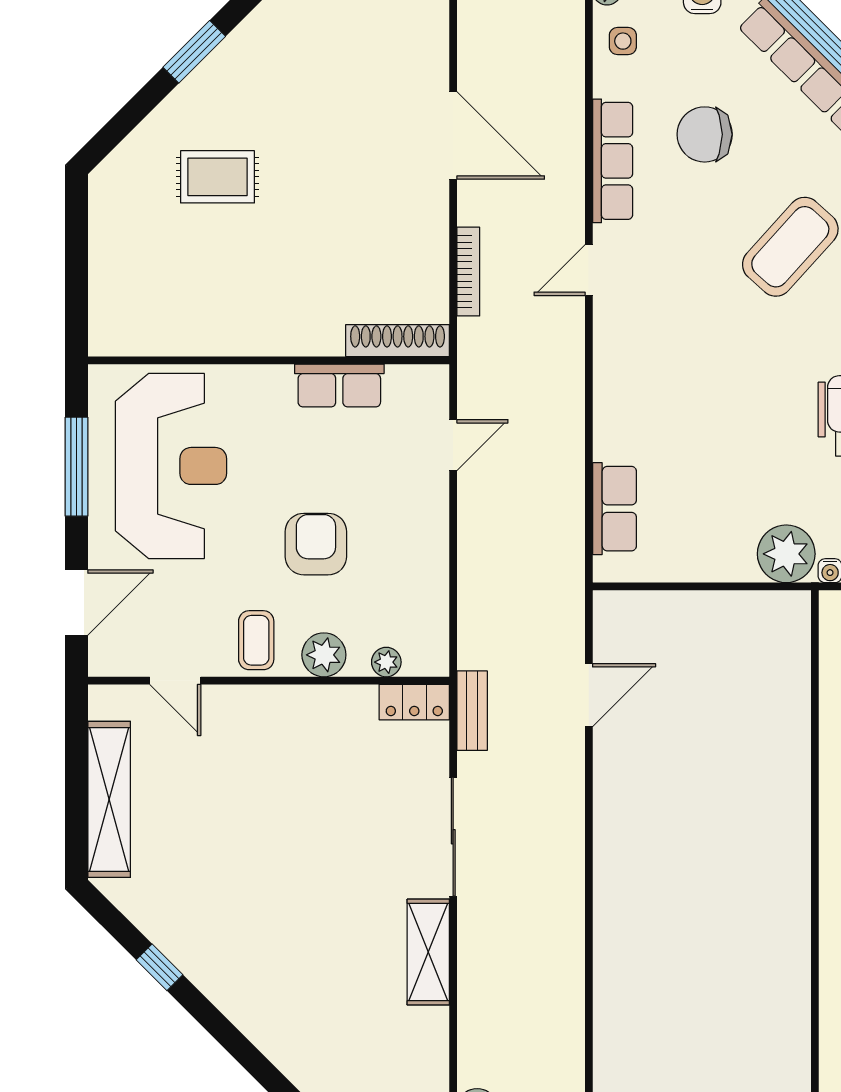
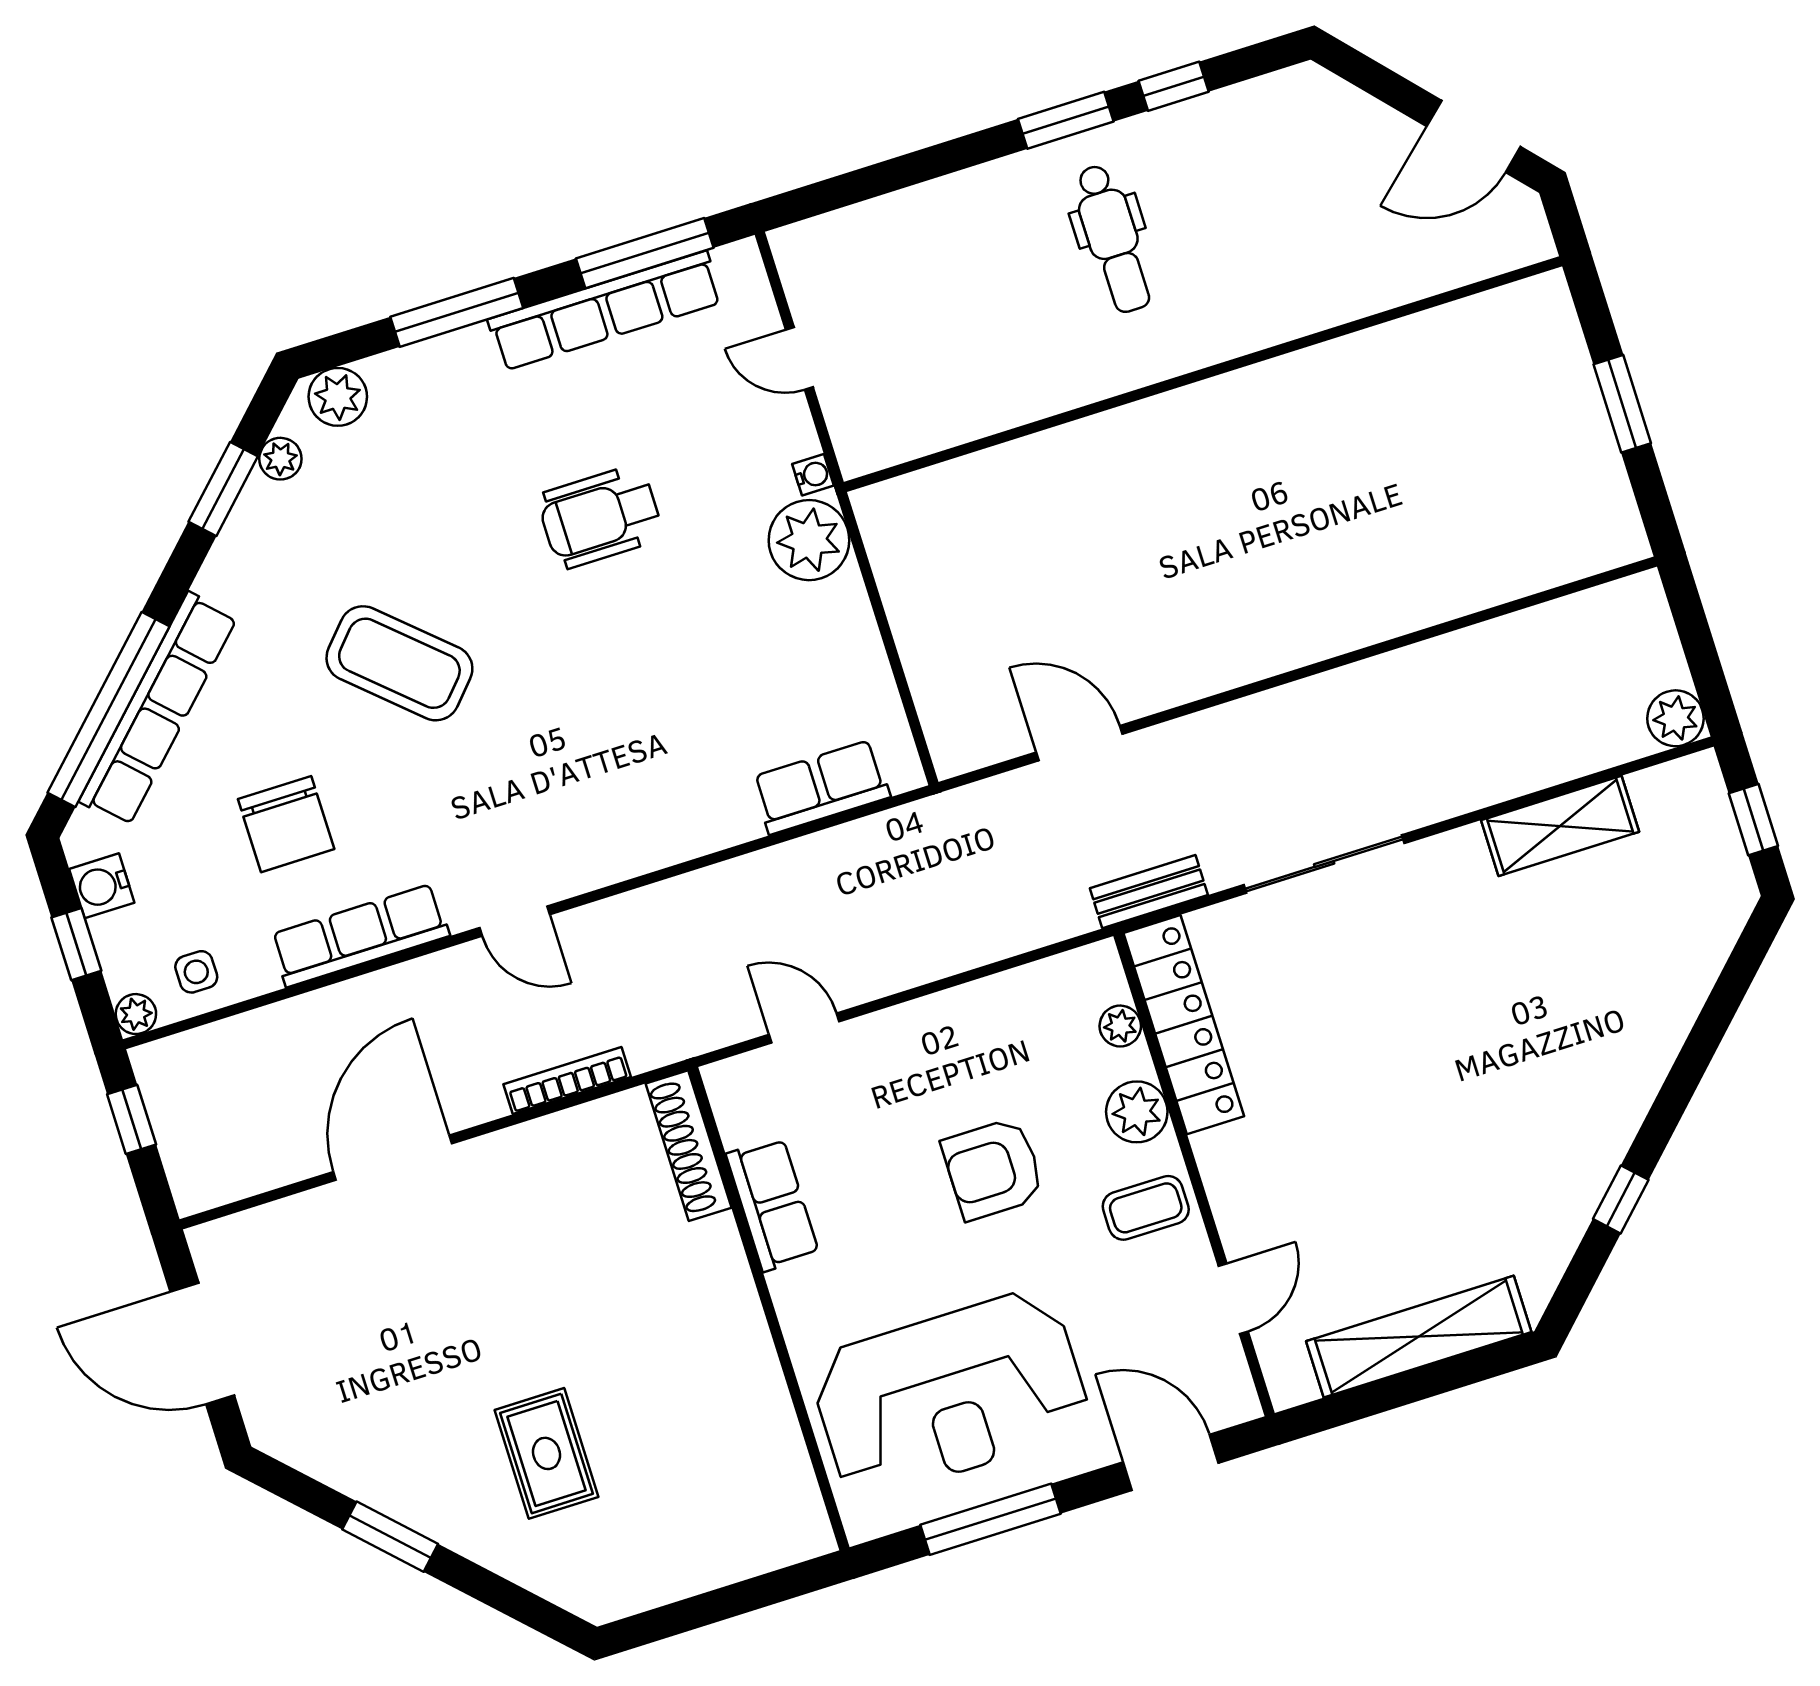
reception desk: (171, 466) -> (950, 1394), turned 180
locker: (414, 702) -> (1184, 1025), width x2.16, depth x1.21
shelving: (428, 952) -> (1560, 826), moved

